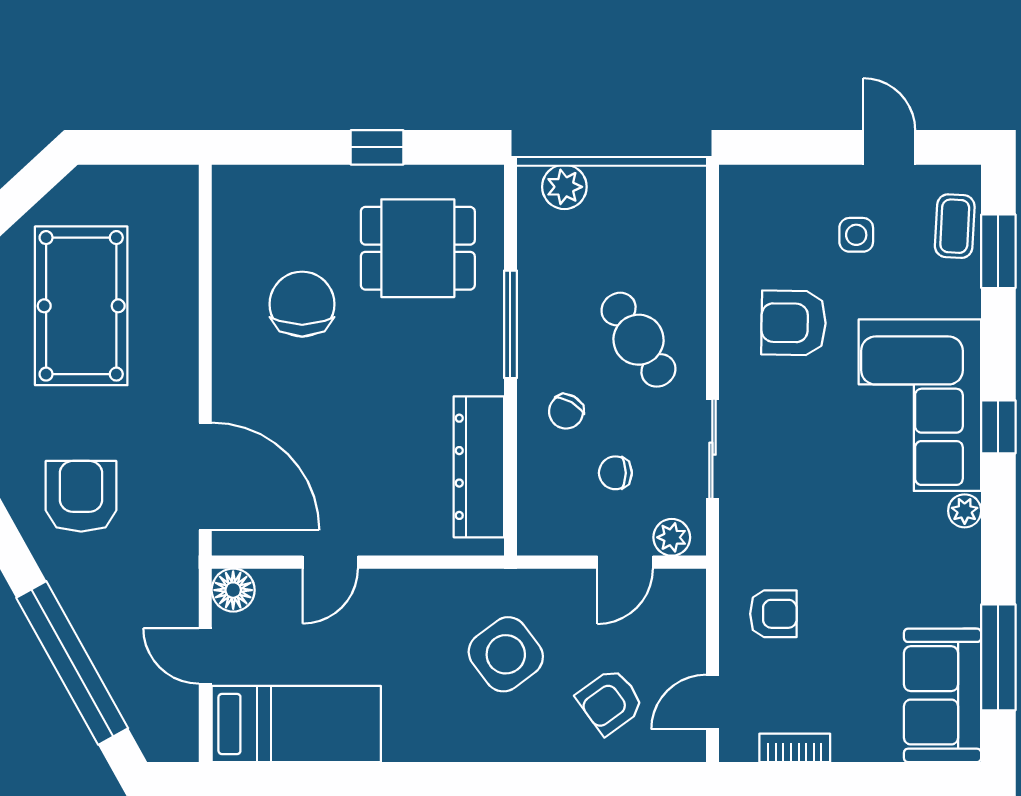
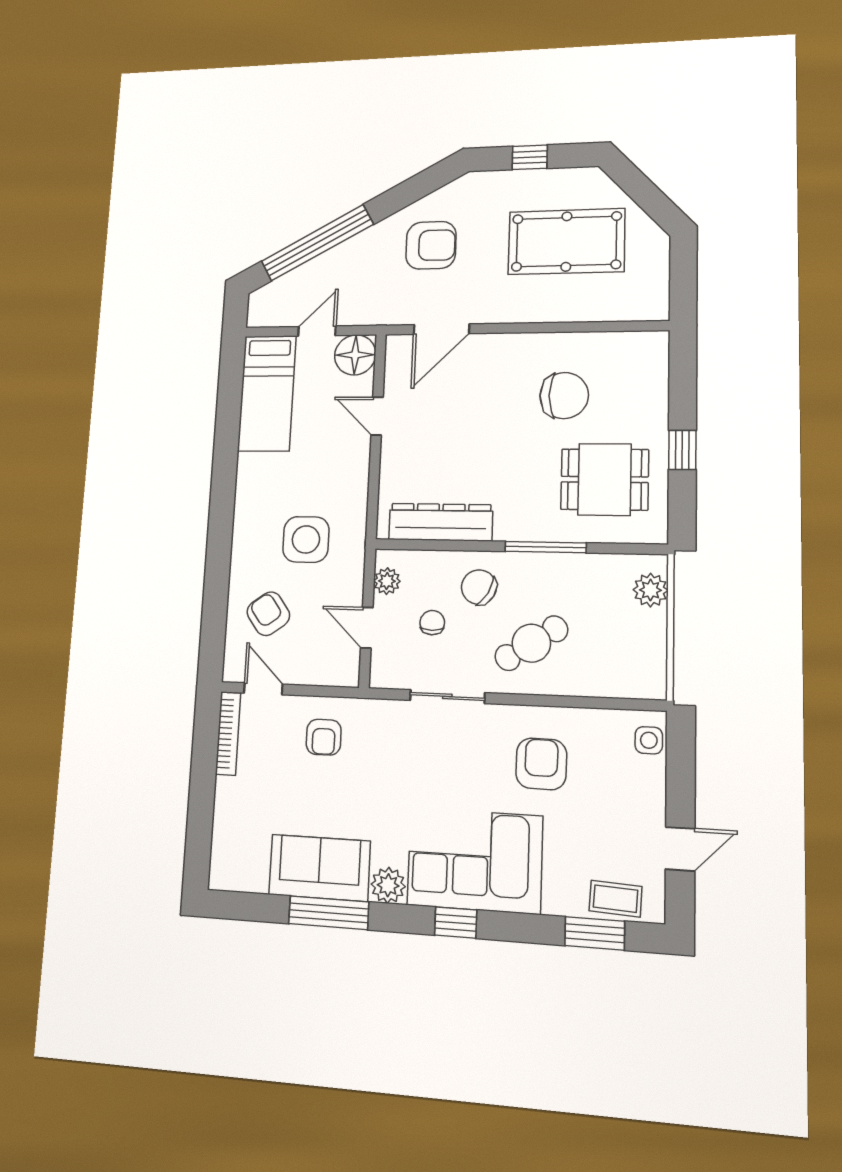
side table: (856, 235) -> (649, 740), moved
dining table: (418, 248) -> (605, 479), turned 90
chair: (566, 412) -> (479, 587), width x1.37, depth x1.37
door: (205, 476) -> (441, 329), width x0.73
plant: (965, 511) -> (388, 885), width x1.38, depth x1.38
plant: (672, 537) -> (387, 581), moved
floor lamp: (233, 590) -> (355, 355), width x1.38, depth x1.38
side table: (506, 654) -> (306, 539), turned 37
window: (998, 657) -> (329, 913), moved
sofa: (943, 695) -> (319, 868), moved
bookcase: (795, 748) -> (228, 734), width x1.56

